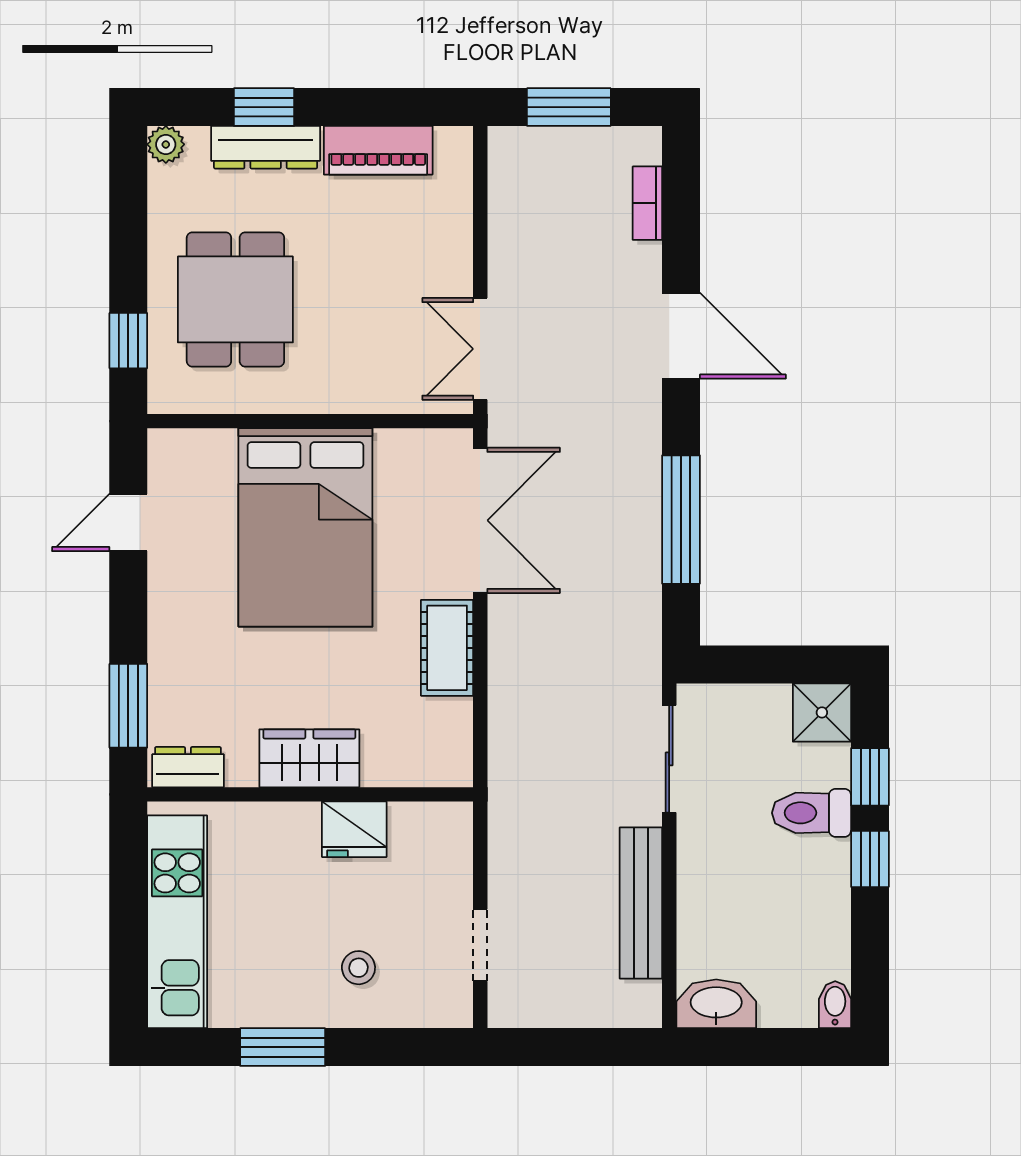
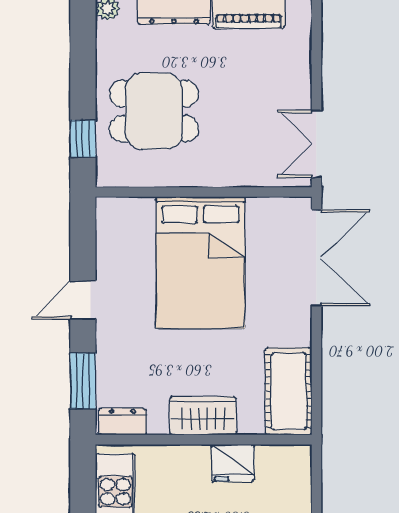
dining table: (235, 299) -> (154, 111), turned 90
door: (128, 523) -> (83, 300), moved
cot: (447, 648) -> (289, 391), moved, width x1.37, depth x1.34

